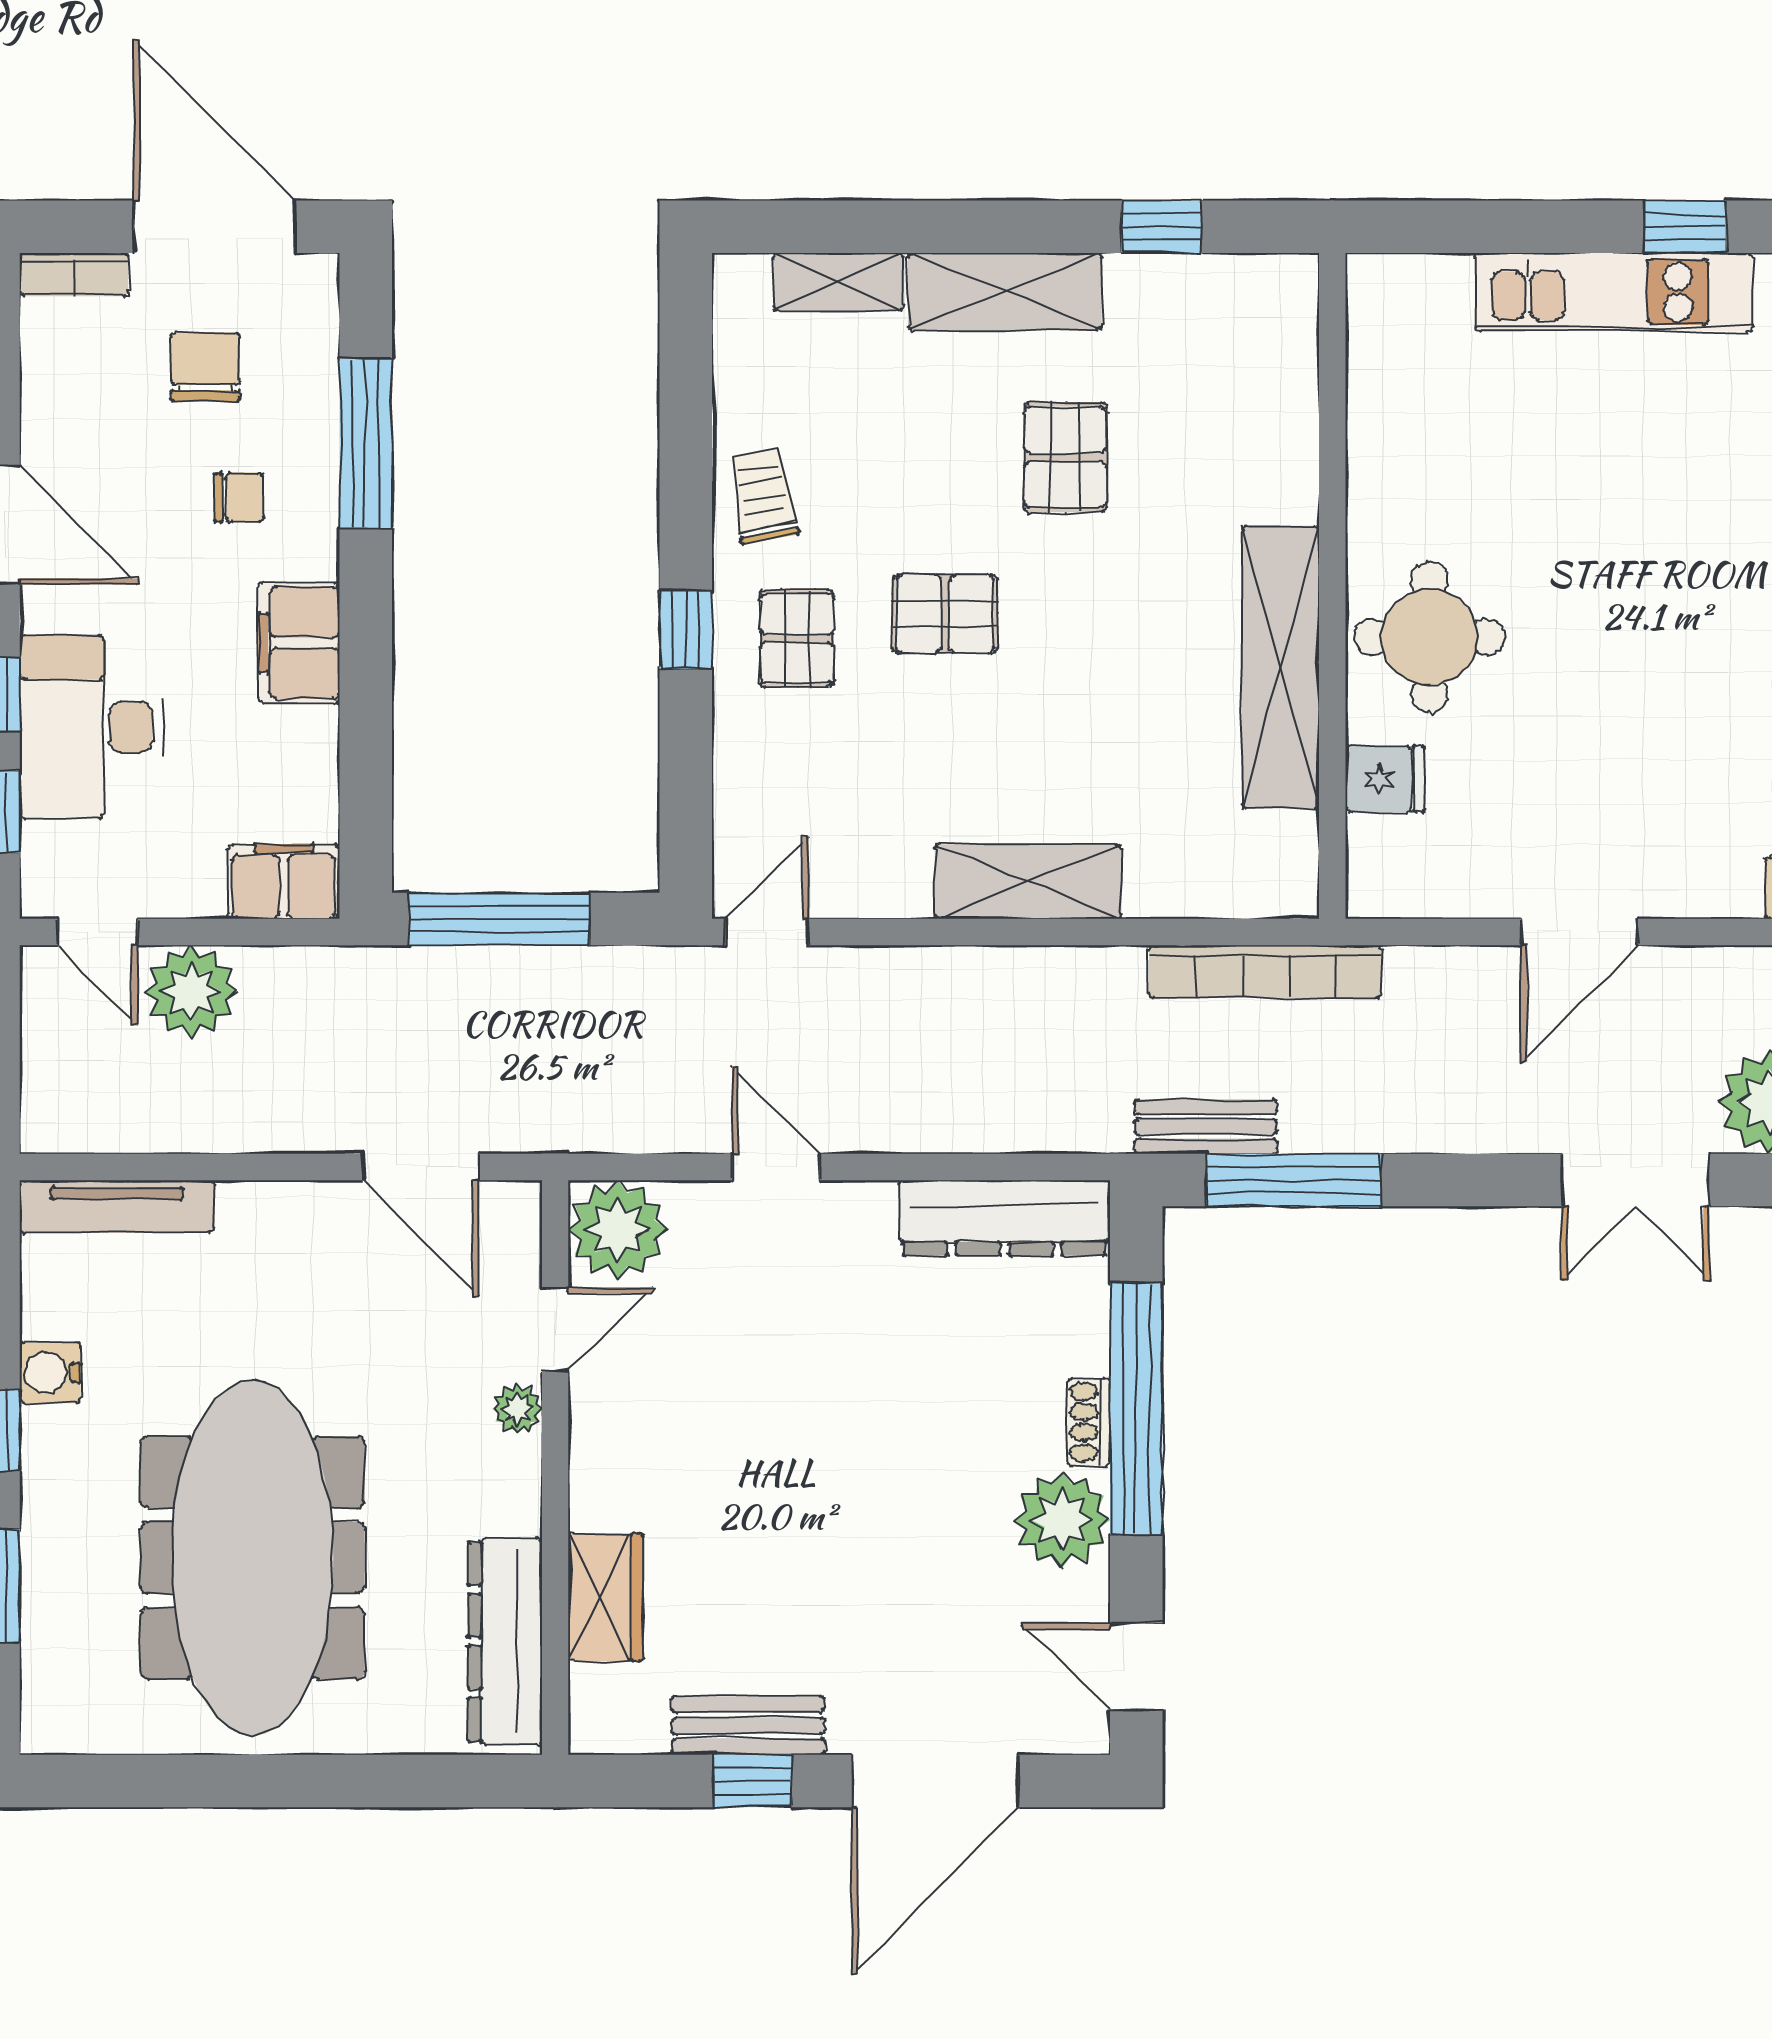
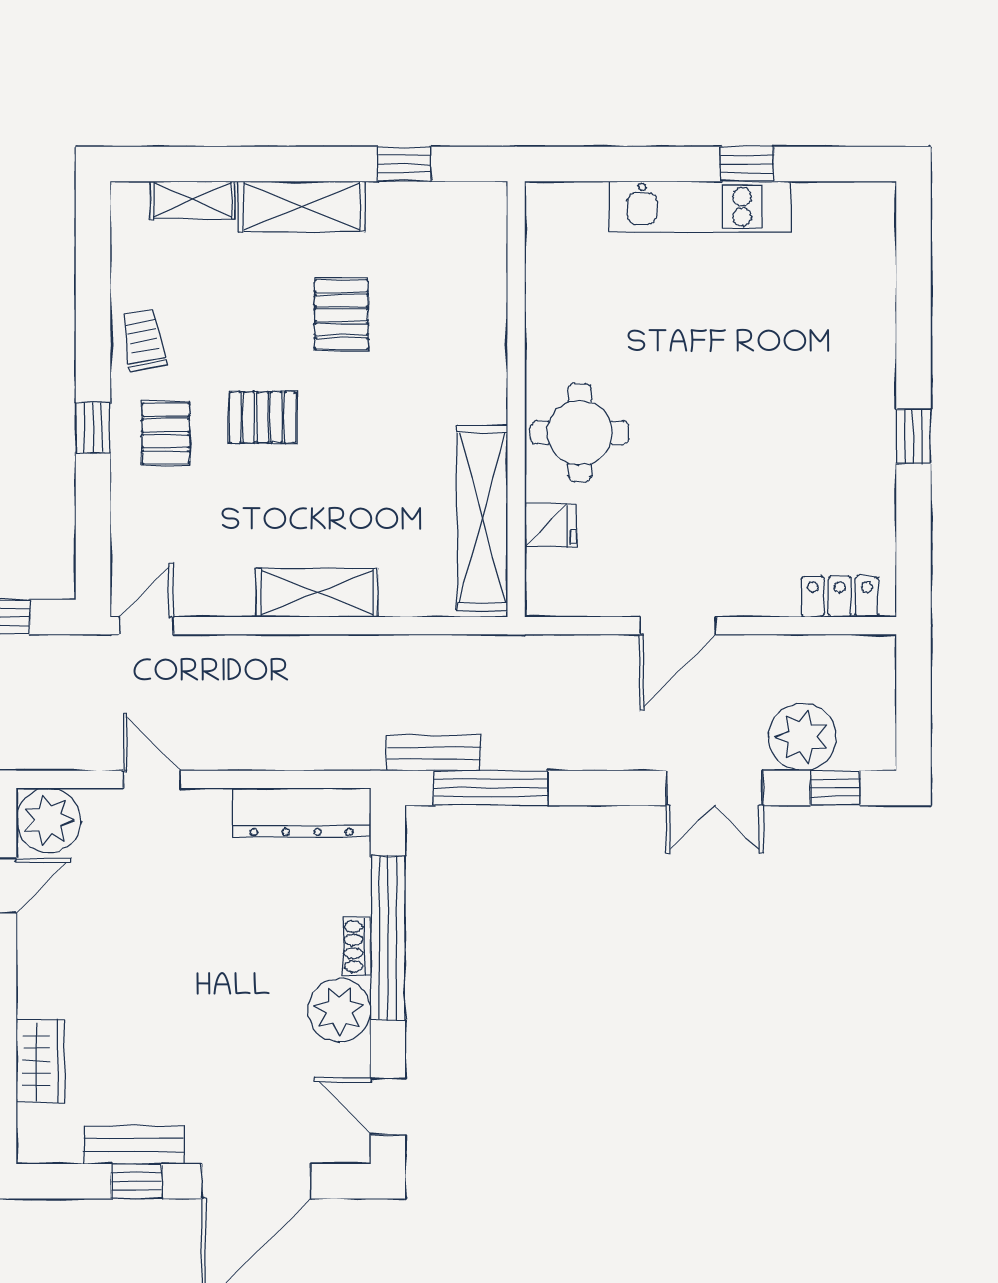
shelving: (1281, 667) -> (482, 518), moved
bookcase: (1265, 971) -> (472, 651), removed

